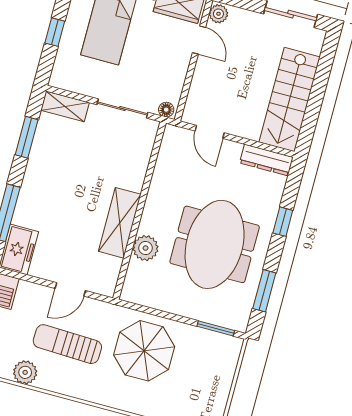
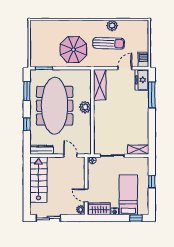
window: (27, 137) -> (152, 131), removed
shelving: (120, 223) -> (100, 85), moved
meeting table: (215, 244) -> (55, 106), width x1.36
plant: (146, 248) -> (85, 107), moved
door: (70, 289) -> (125, 68), moved
plant: (25, 372) -> (112, 26), moved

